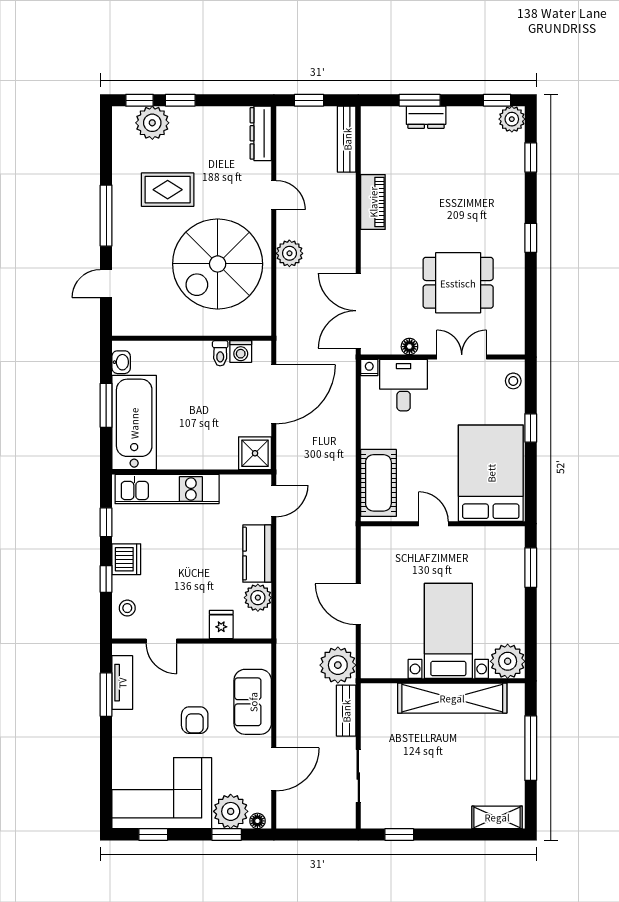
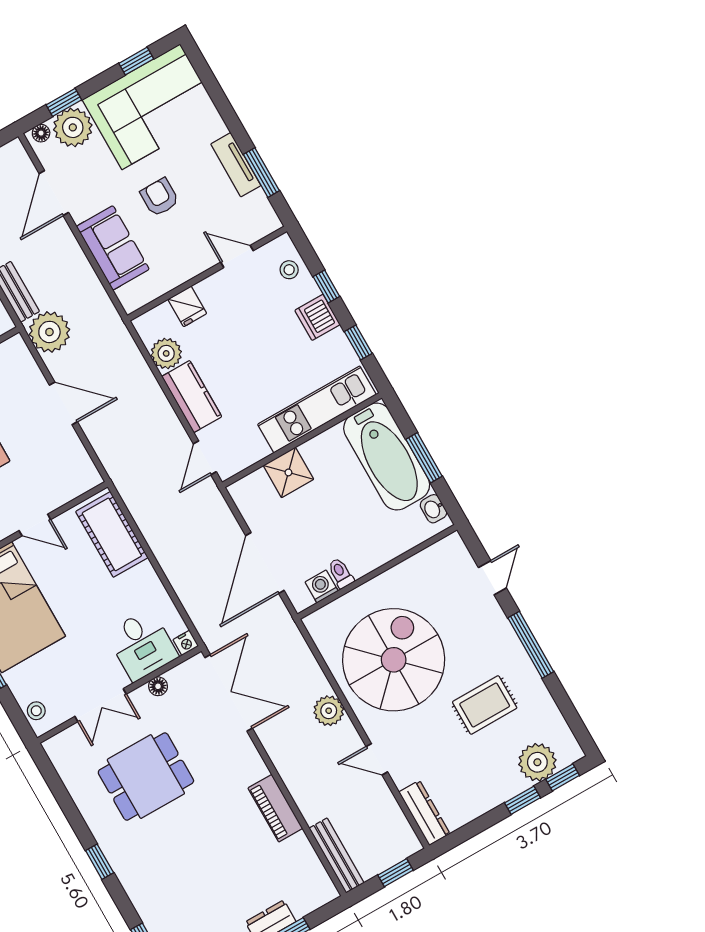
shower: (255, 453) -> (288, 472), moved
tv unit: (122, 683) -> (236, 165), moved

